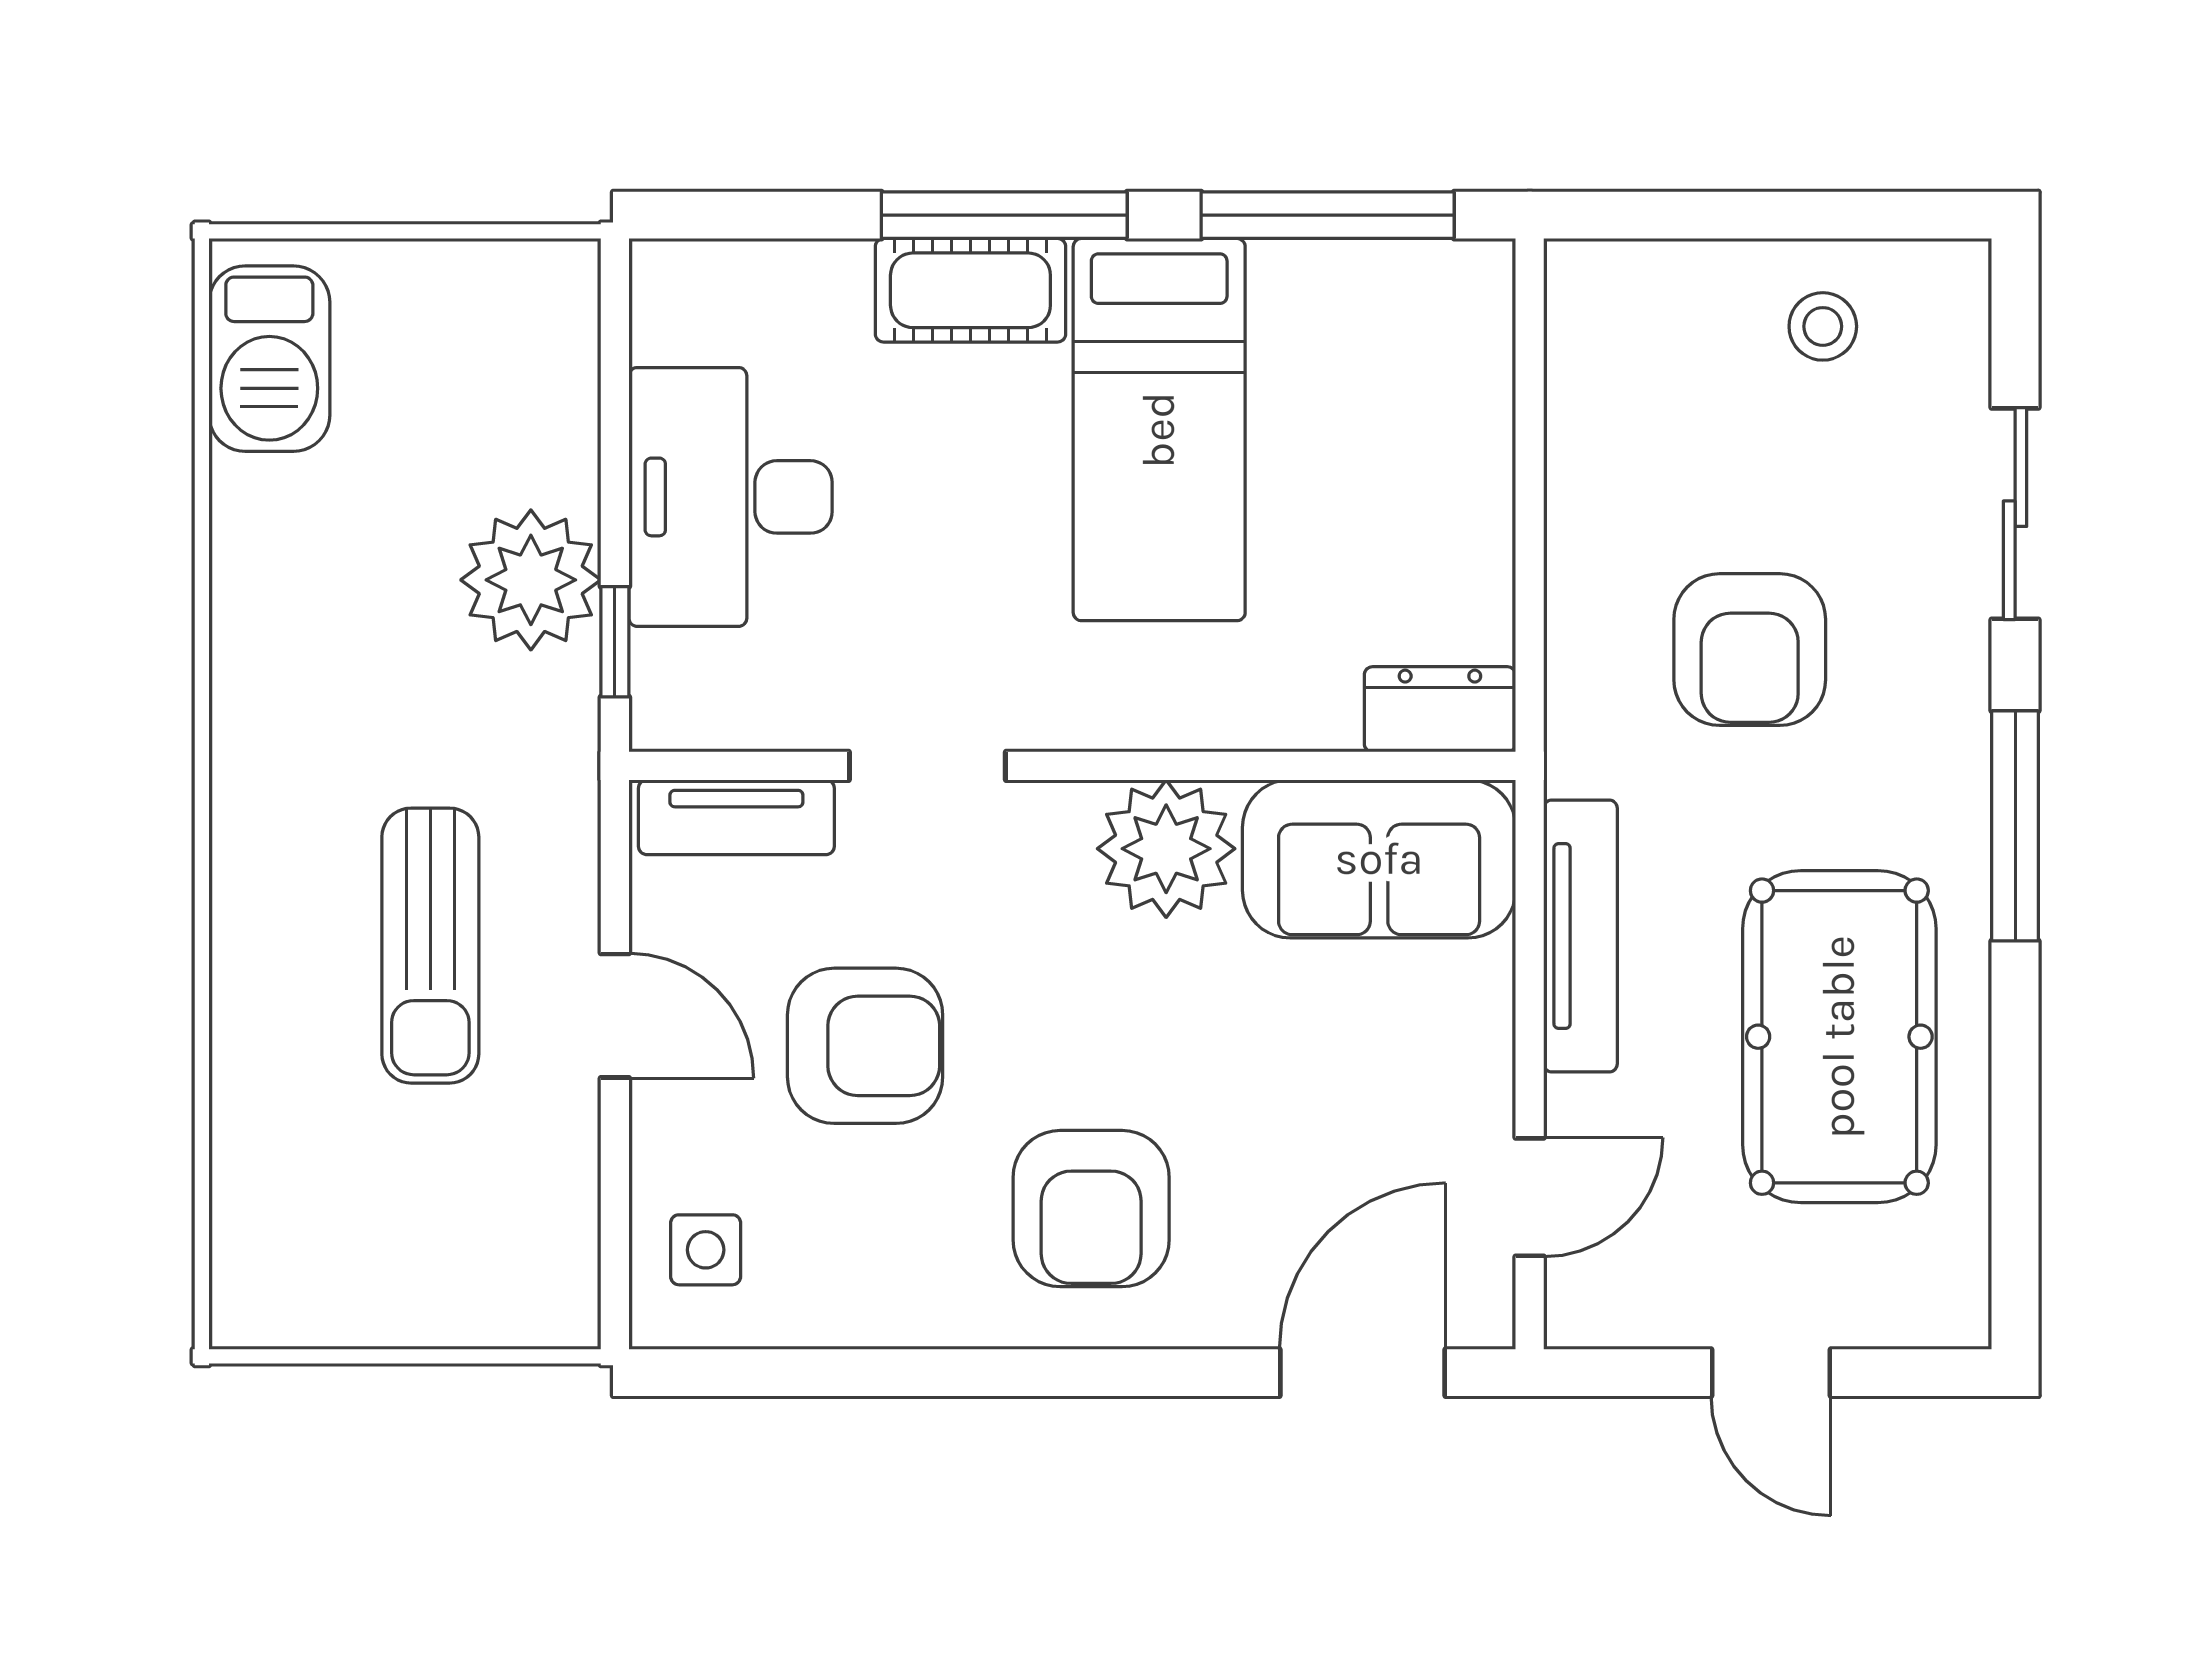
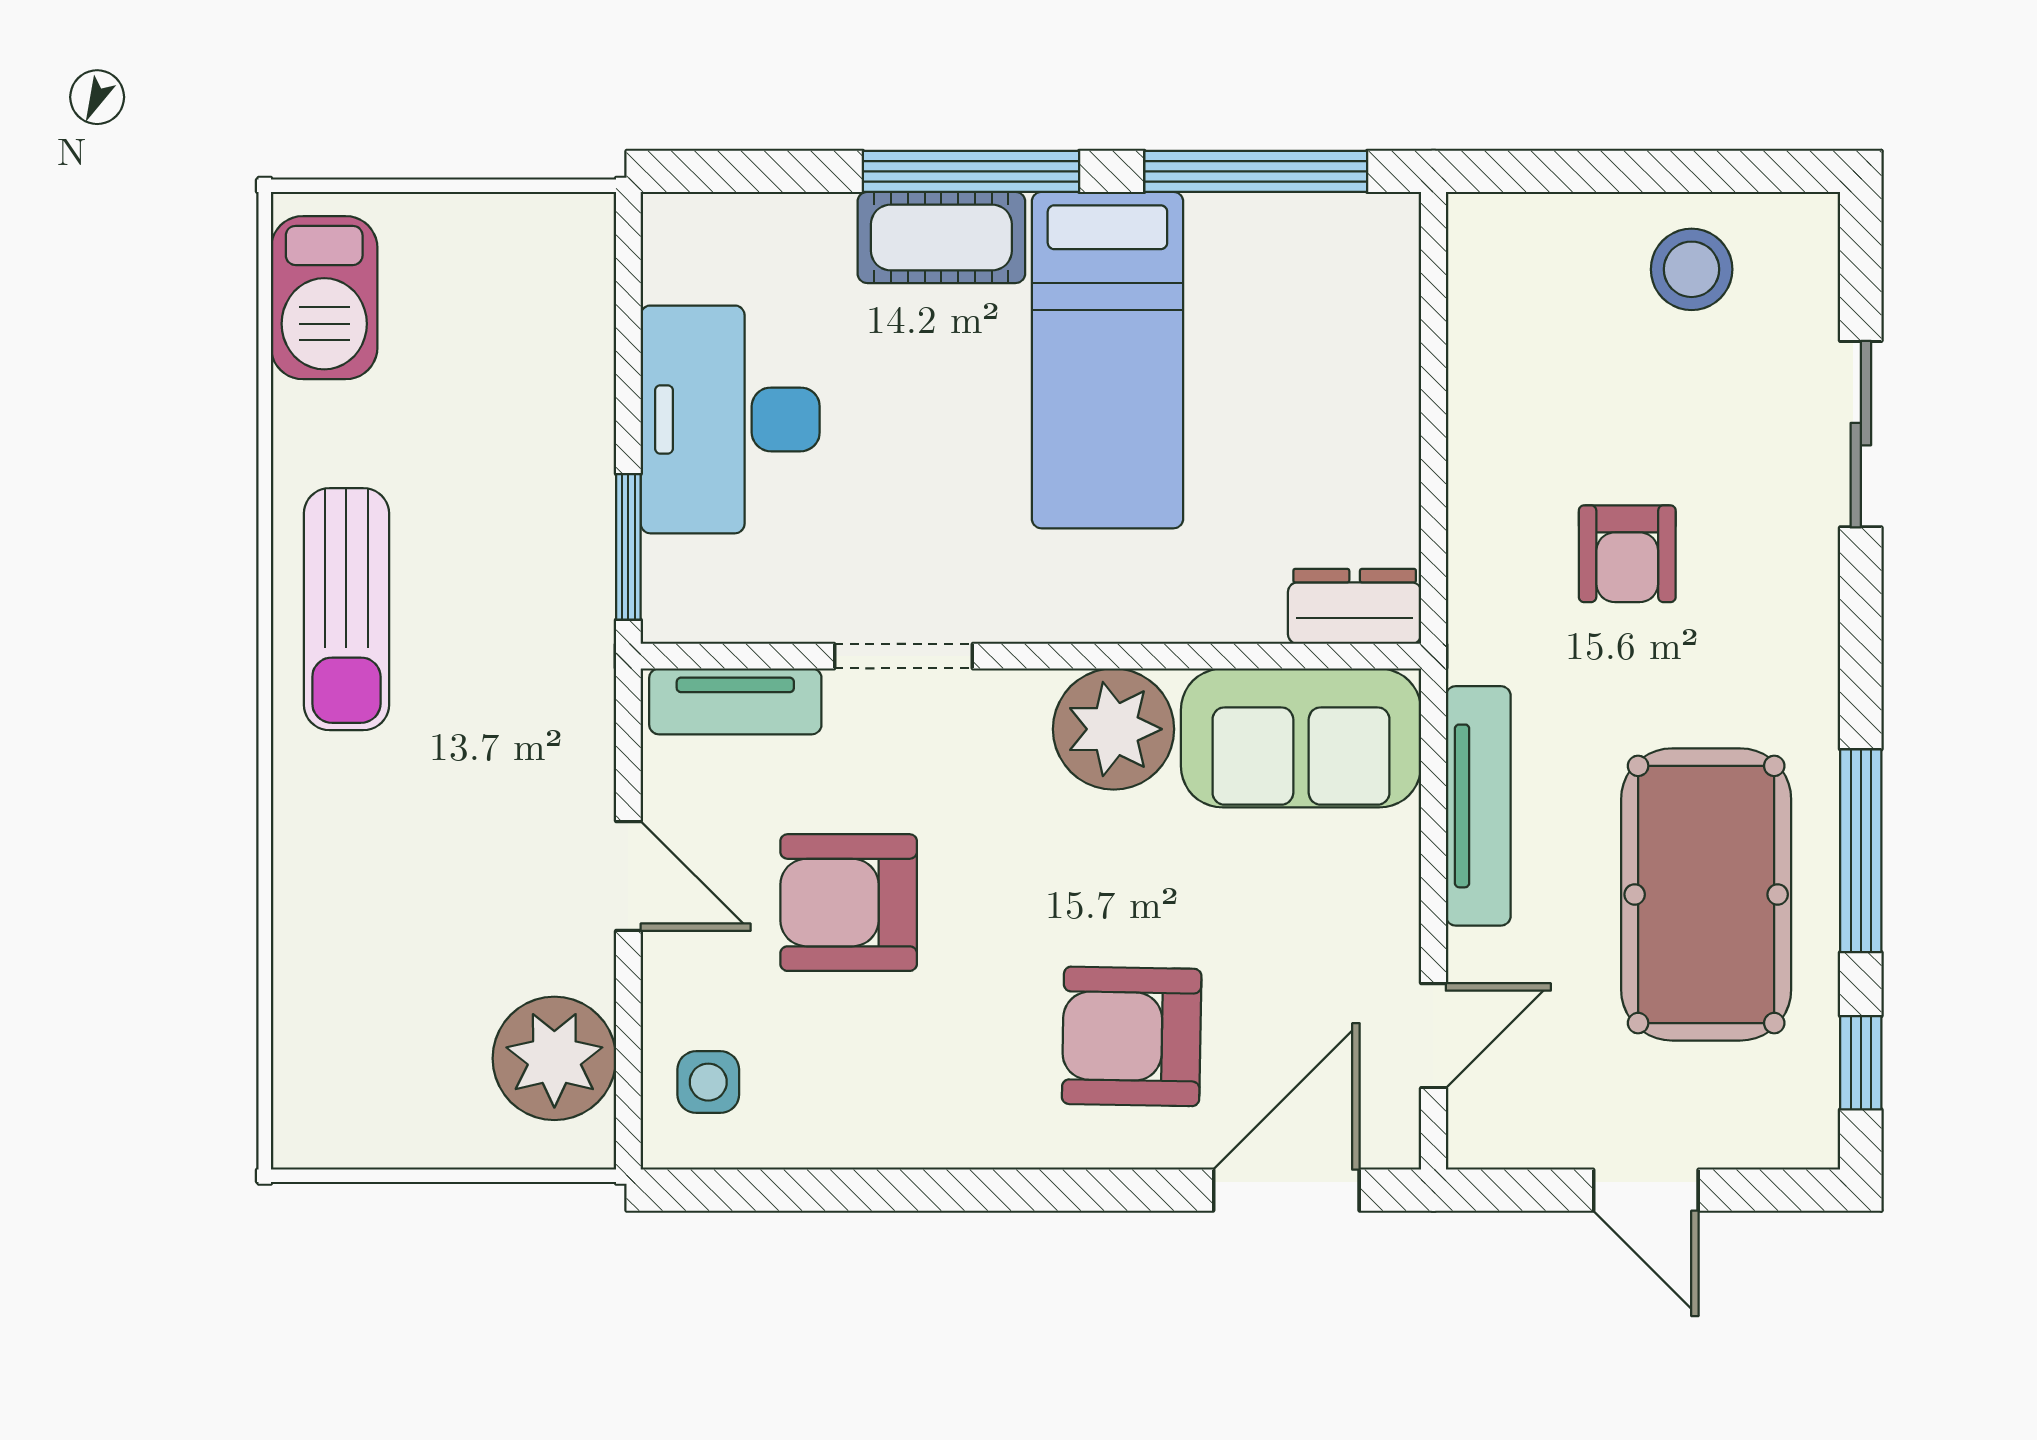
stool: (1823, 326) -> (1692, 269), width x1.37, depth x1.37
plant: (531, 580) -> (554, 1058), moved
window: (615, 642) -> (628, 547), width x1.50
armchair: (1750, 650) -> (1627, 554), width x0.72, depth x0.72
window: (2015, 826) -> (1861, 851), moved
sun lounger: (430, 946) -> (346, 609), moved
armchair: (865, 1046) -> (849, 903), turned 180
armchair: (1091, 1209) -> (1132, 1036), moved, turned 91
window: (2015, 1228) -> (1861, 1063), added

